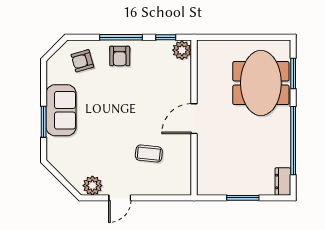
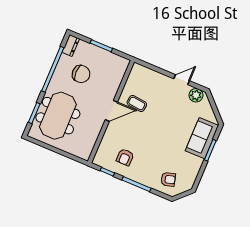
plant: (182, 50) -> (100, 159), removed
armchair: (120, 56) -> (125, 157), moved, turned 180
sofa: (61, 110) -> (202, 138), moved
chair: (254, 150) -> (81, 74), added
coffee table: (149, 154) -> (137, 103), moved

